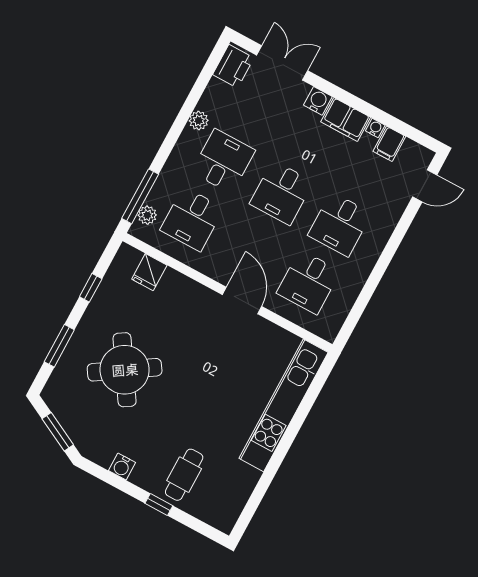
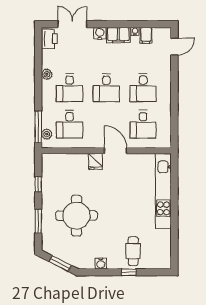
desk: (223, 161) -> (70, 88), turned 180
fridge: (149, 272) -> (95, 161), moved
round table: (125, 370) -> (76, 216), turned 33

